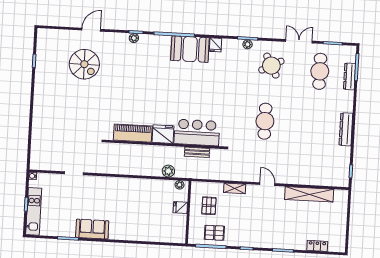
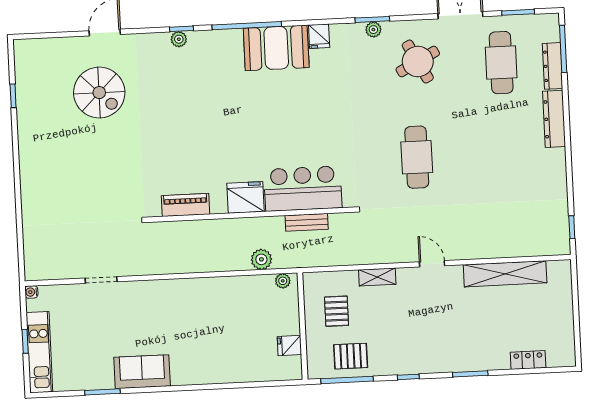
dresser: (346, 129) -> (554, 119), moved
piano: (133, 133) -> (185, 205), width x0.73, depth x0.75
fridge: (180, 208) -> (289, 346), moved

